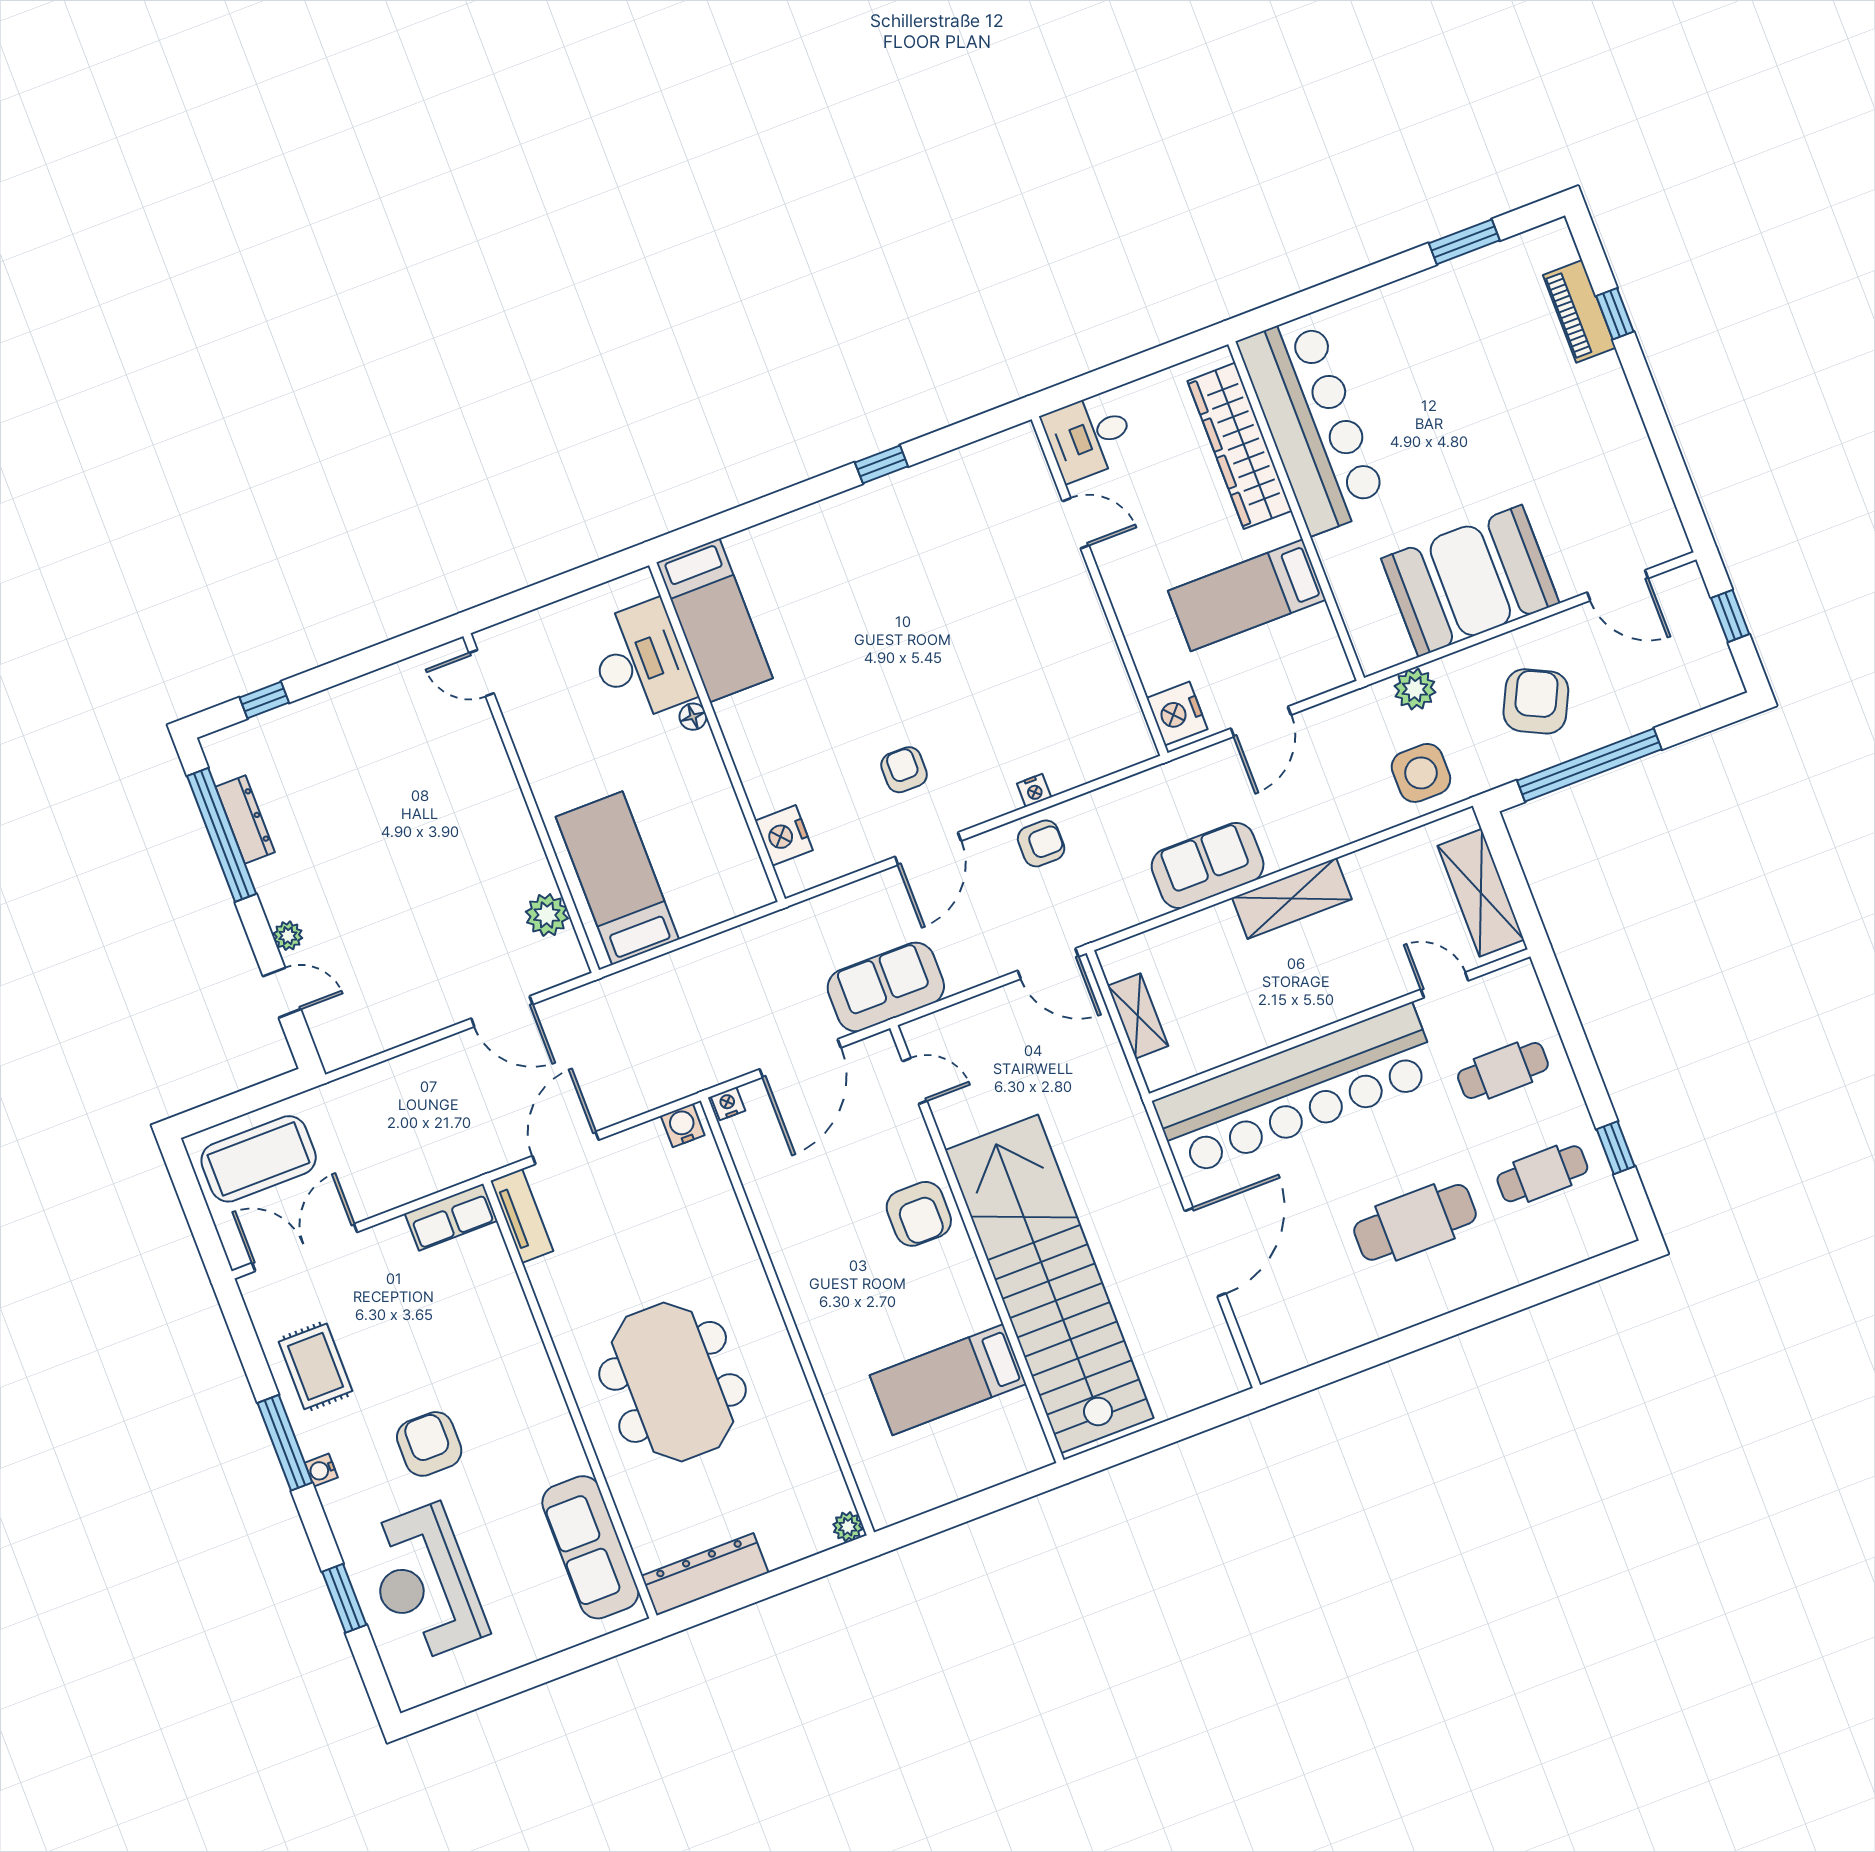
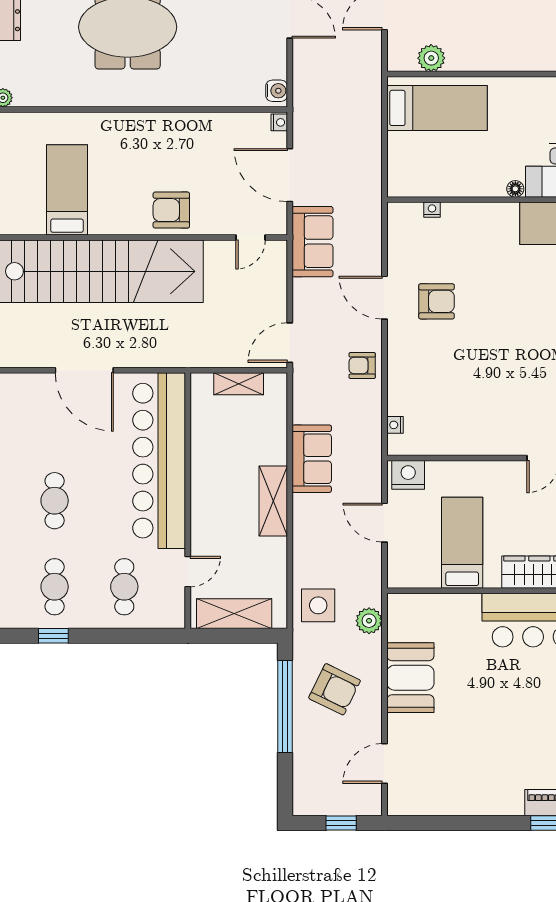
booth: (1470, 581) -> (410, 678), width x0.73, depth x0.70
armchair: (904, 770) -> (436, 301), width x1.38, depth x1.38
nightstand: (1034, 790) -> (395, 425), moved
nightstand: (784, 835) -> (432, 210), width x0.53, depth x0.56
armchair: (1041, 843) -> (362, 366), turned 90
cafe table: (1415, 1222) -> (55, 501), width x0.73, depth x0.74

